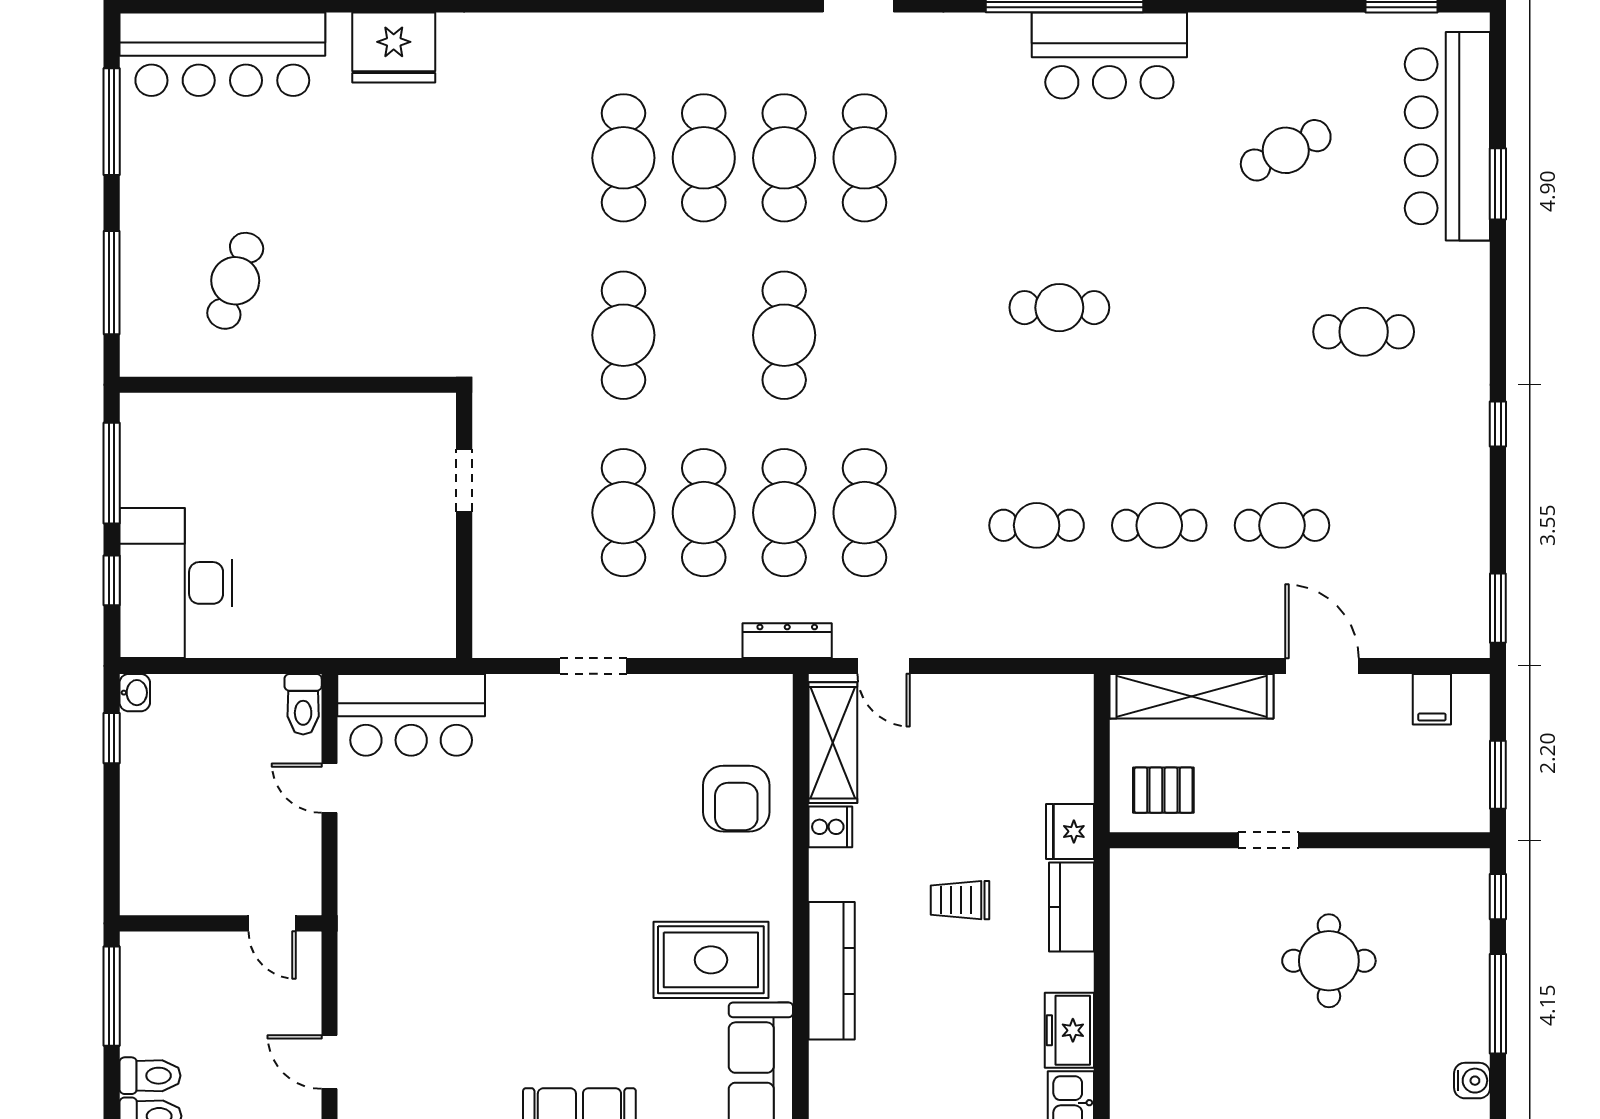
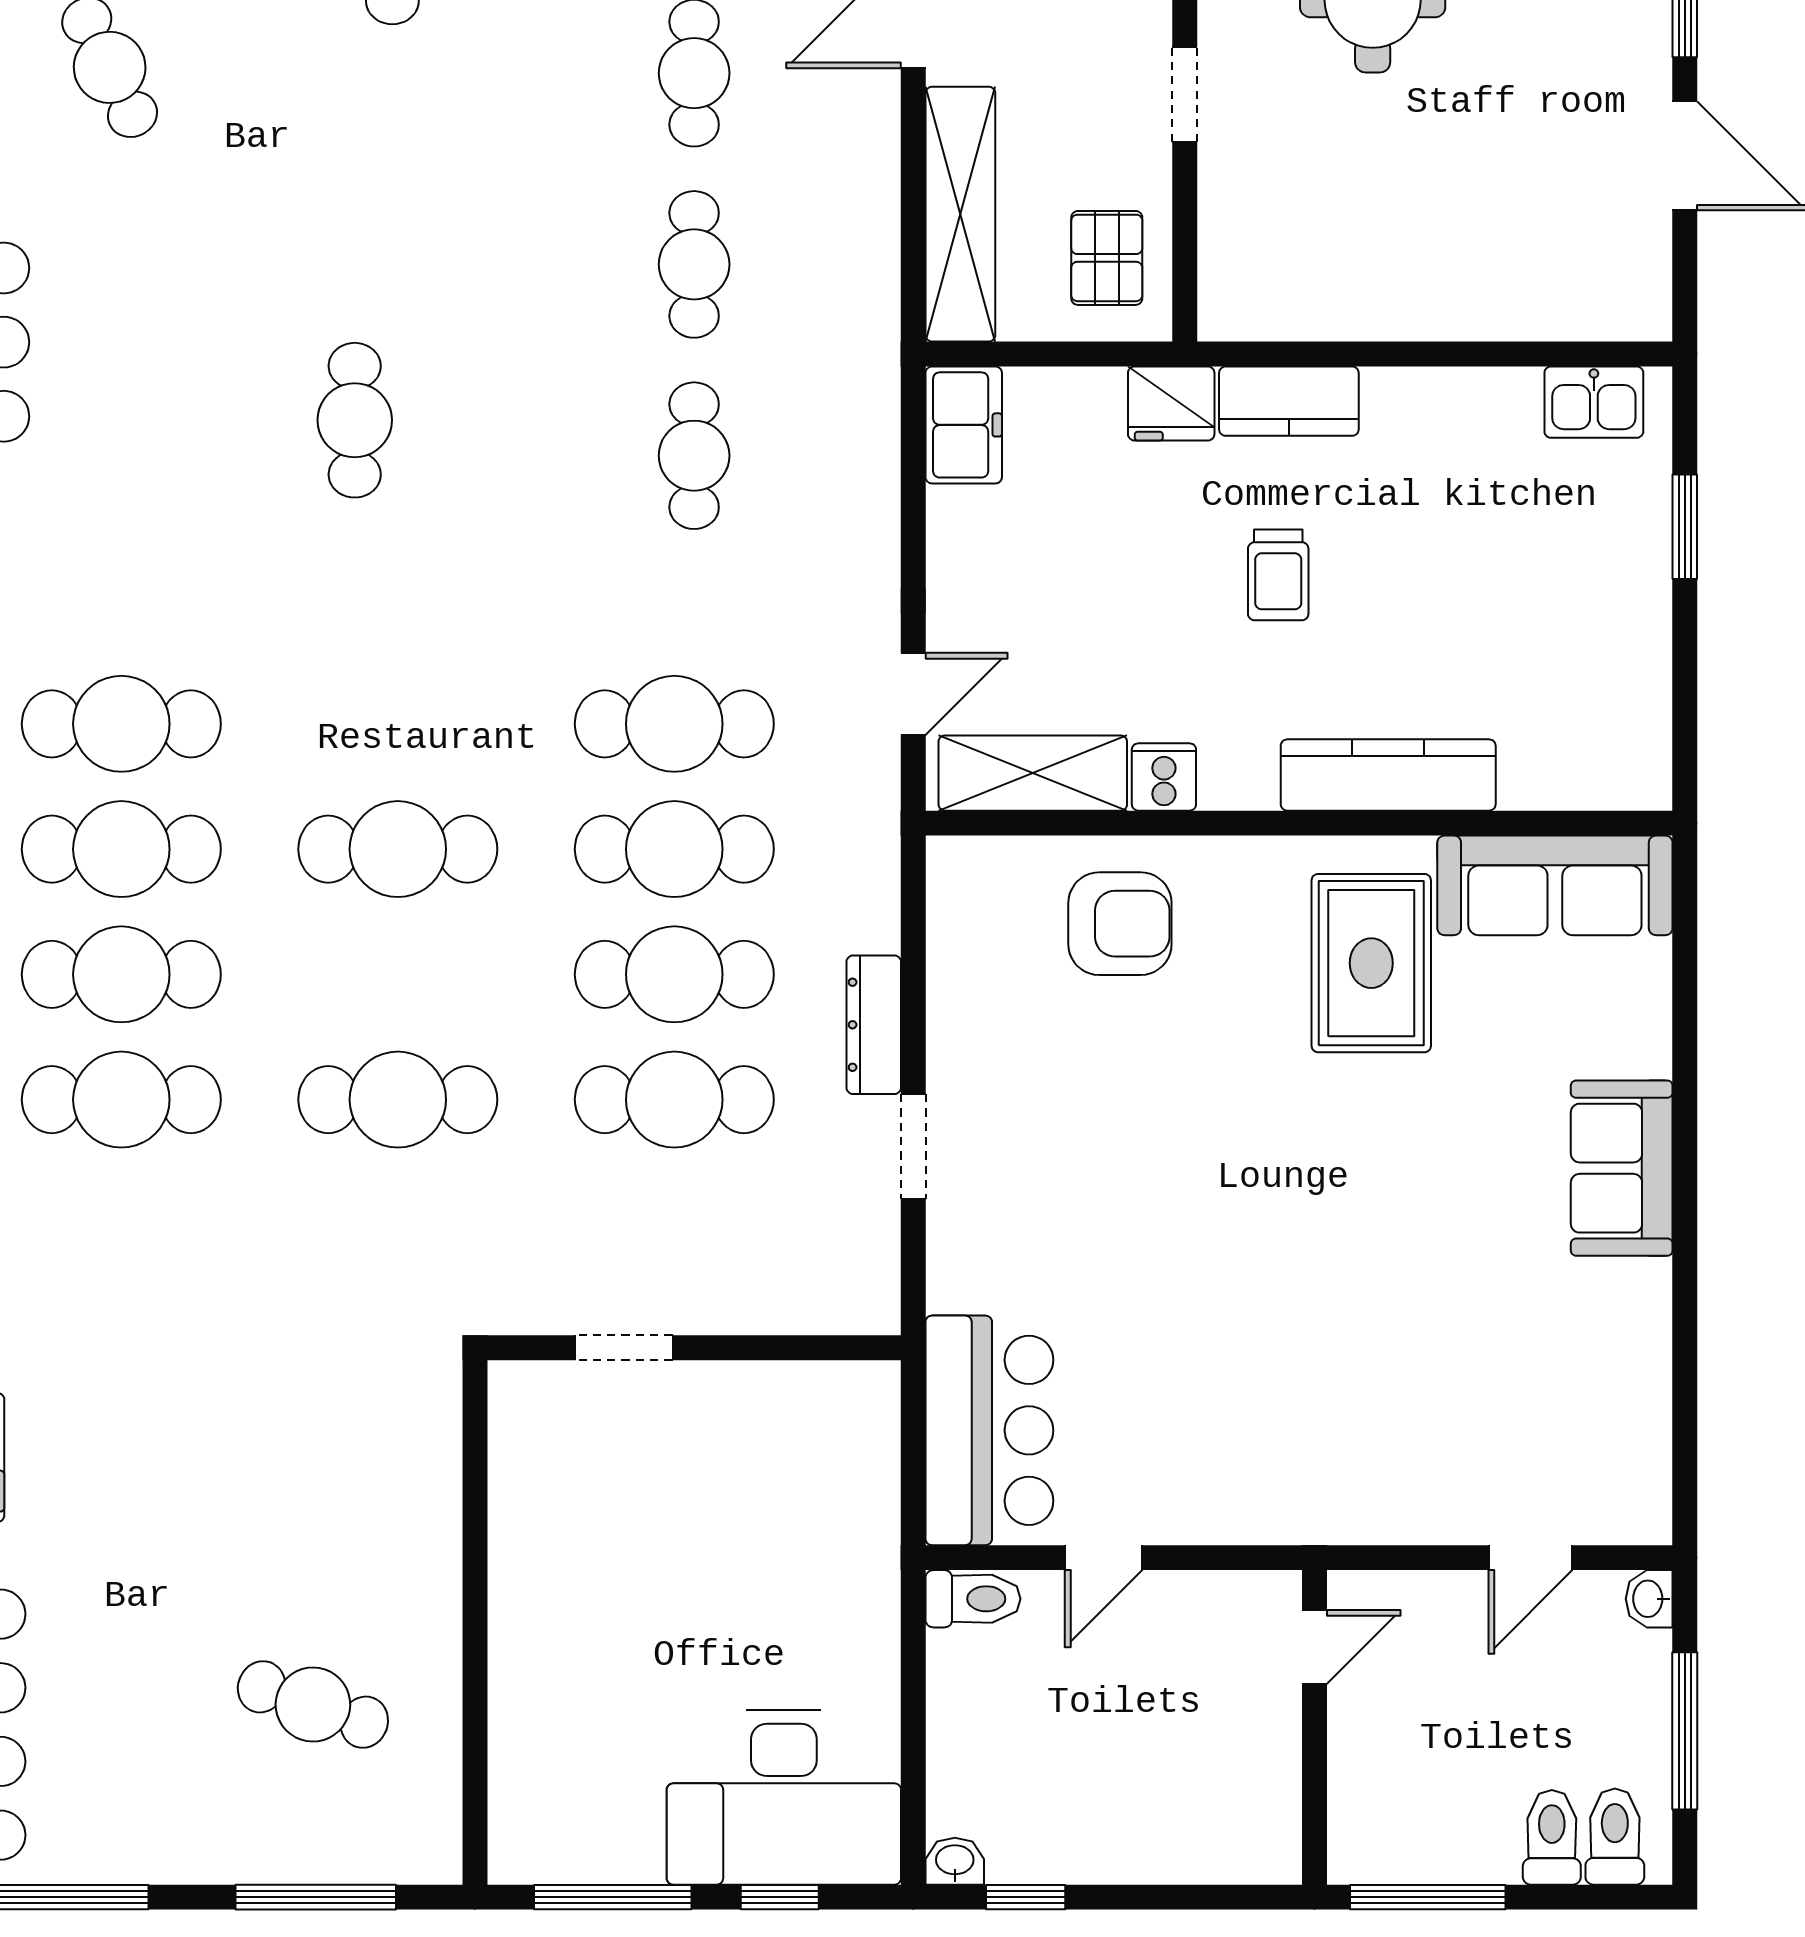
dresser: (787, 641) -> (874, 1025), moved
freezer: (1069, 1030) -> (964, 425), moved, turned -90

